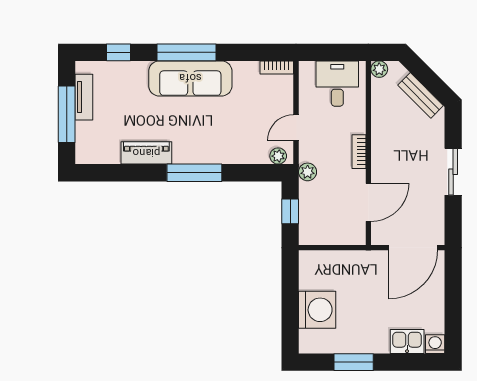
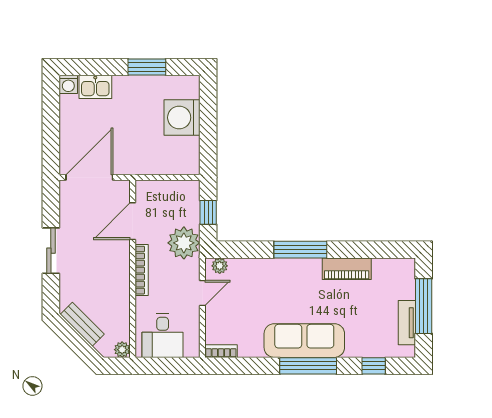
bookcase: (359, 152) -> (142, 270), width x1.56
plant: (308, 172) -> (184, 243), width x1.88, depth x1.88

